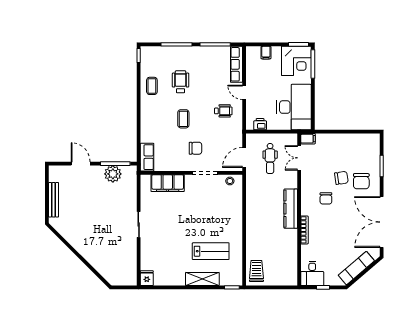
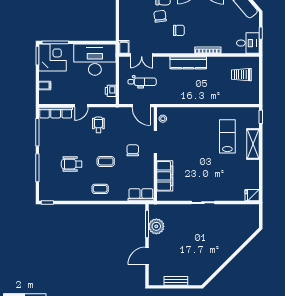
coffee table: (152, 86) -> (100, 189), moved
bench: (54, 200) -> (176, 281), width x0.73
trolley: (256, 271) -> (241, 75), moved

